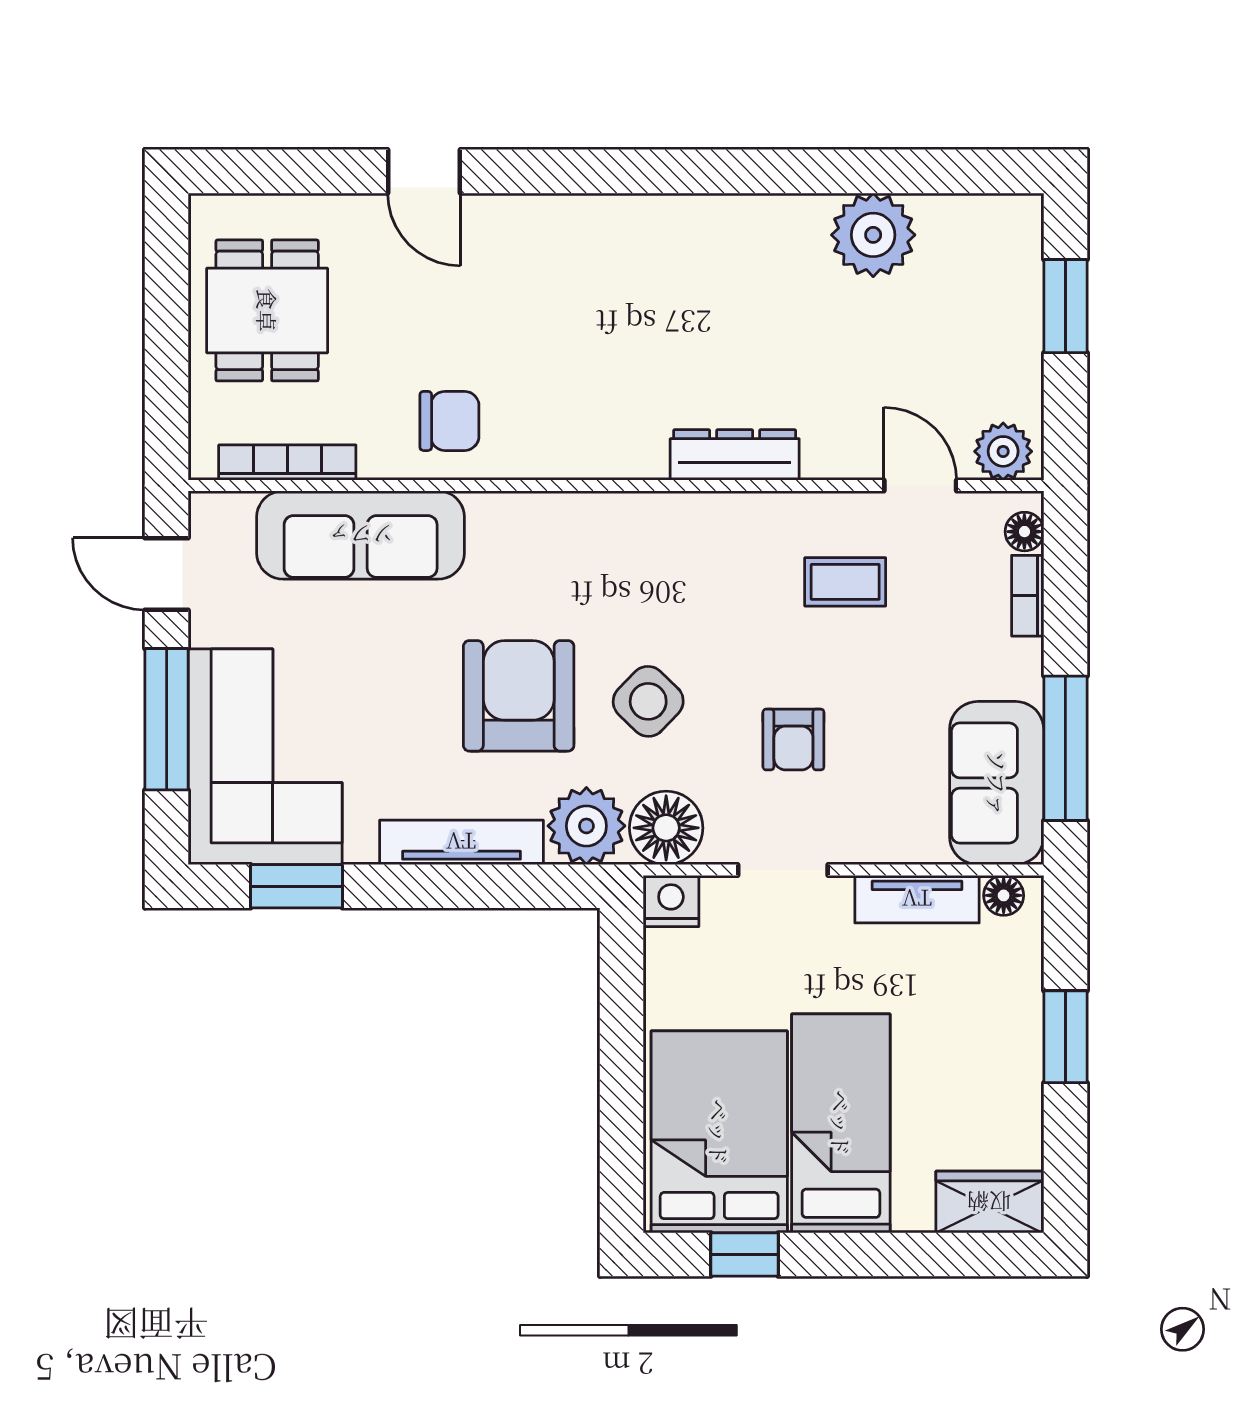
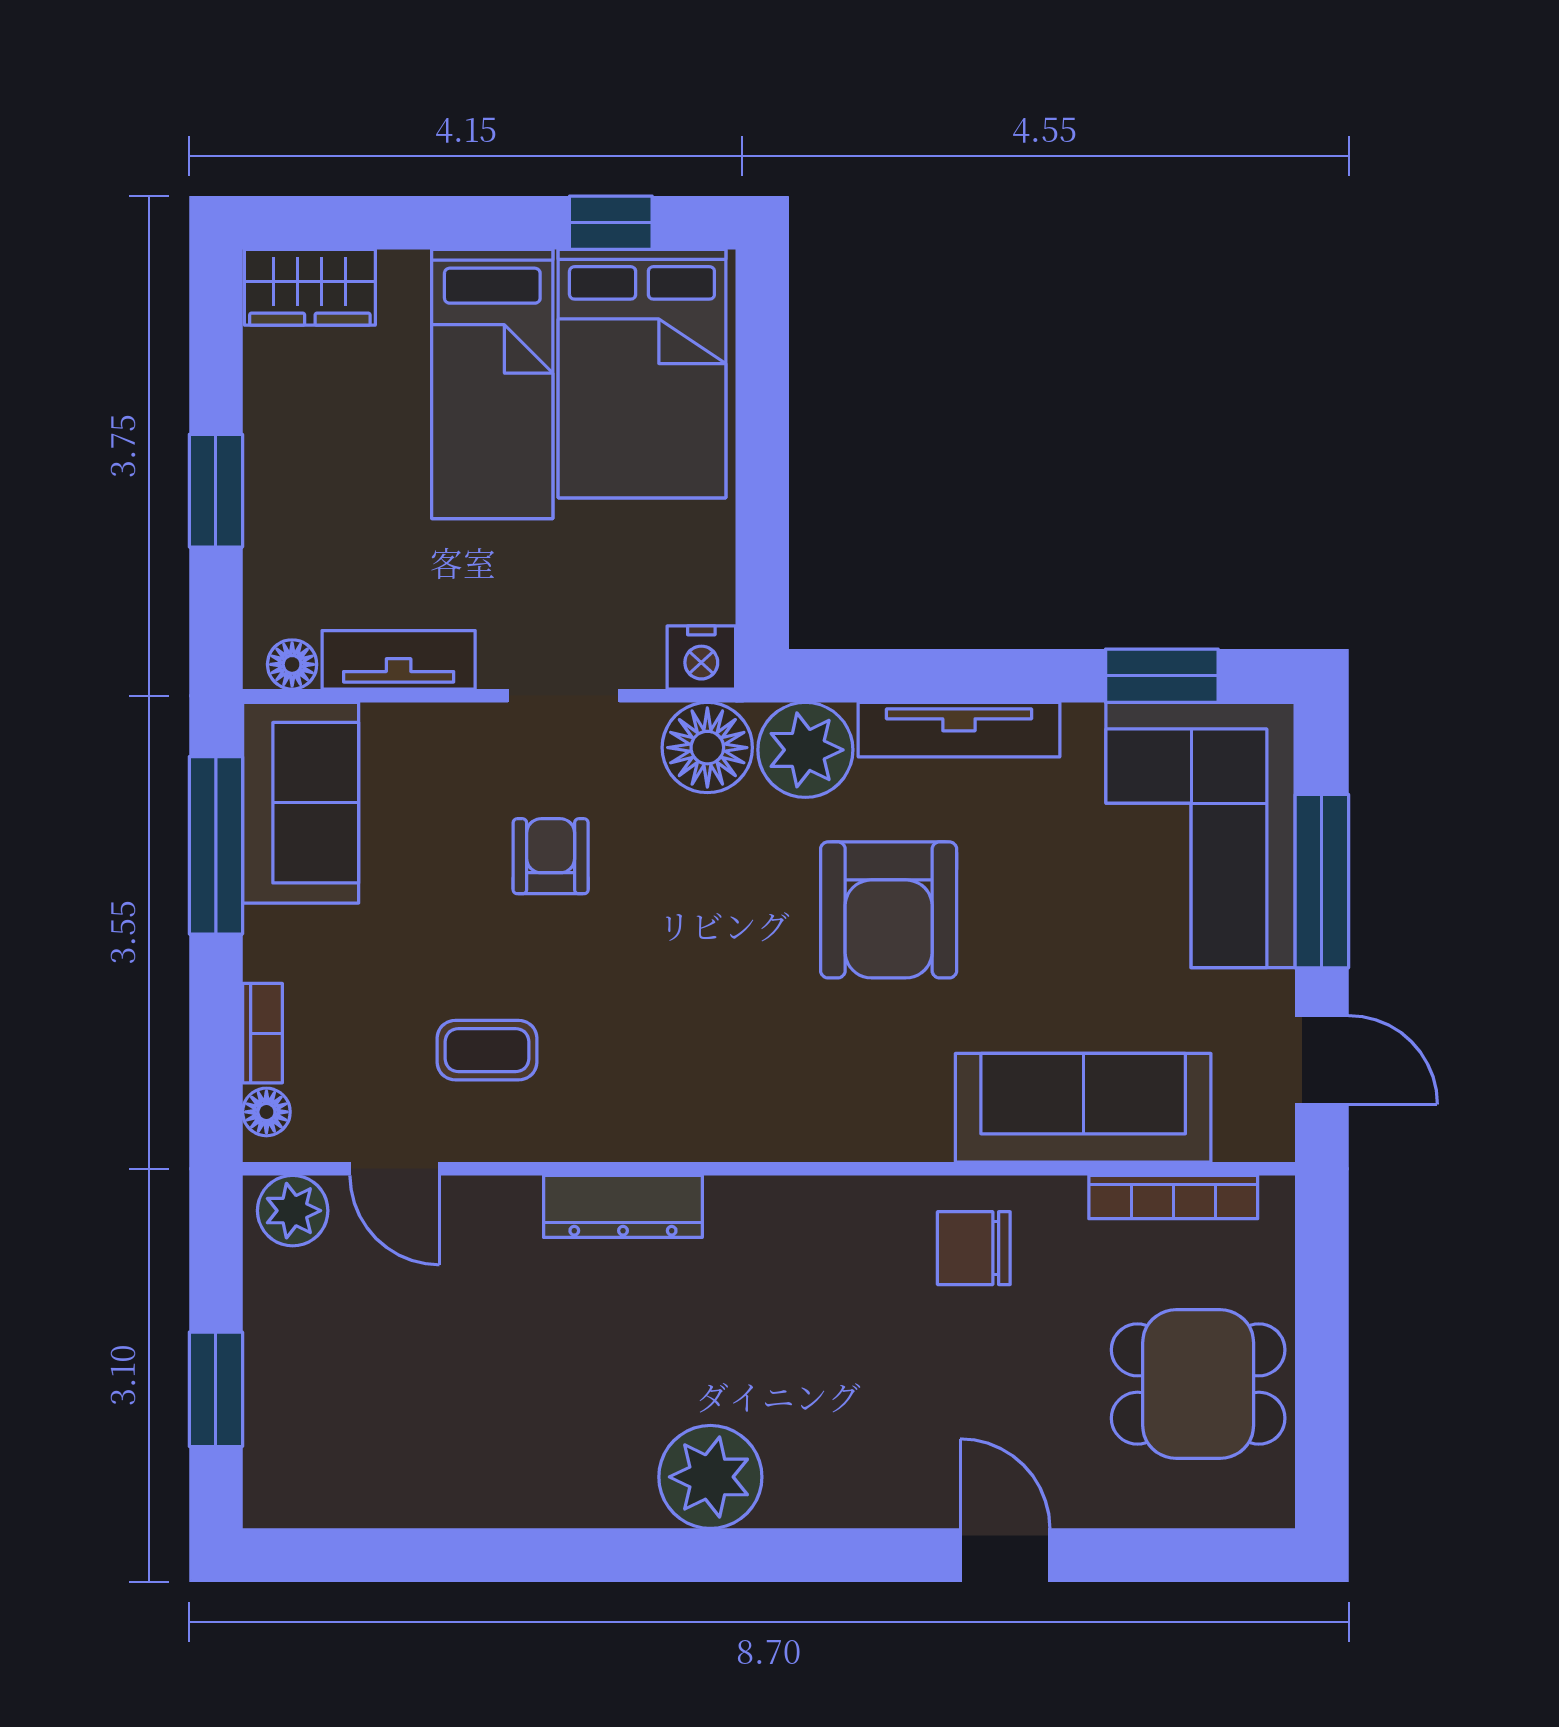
plant: (873, 235) -> (710, 1477), moved
dining table: (267, 310) -> (1198, 1384), turned 90
side table: (648, 701) -> (729, 903), removed

